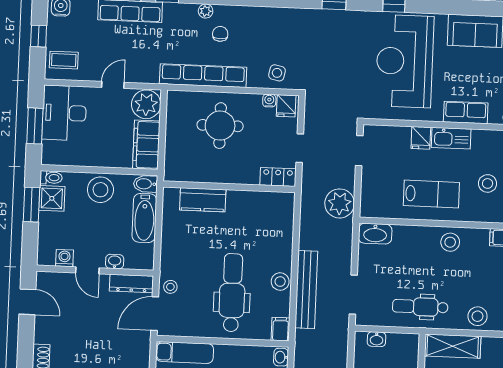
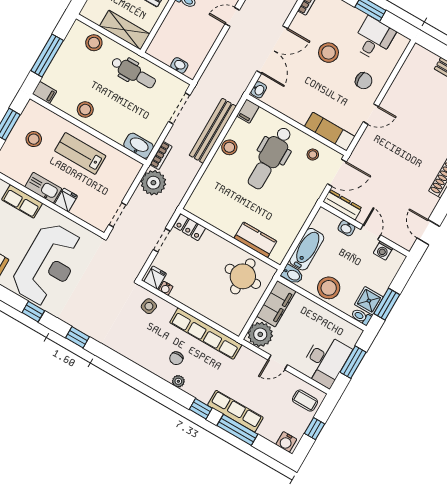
round table: (220, 126) -> (243, 276), moved
bookcase: (347, 236) -> (161, 156), added
stool: (170, 287) -> (313, 155), moved

